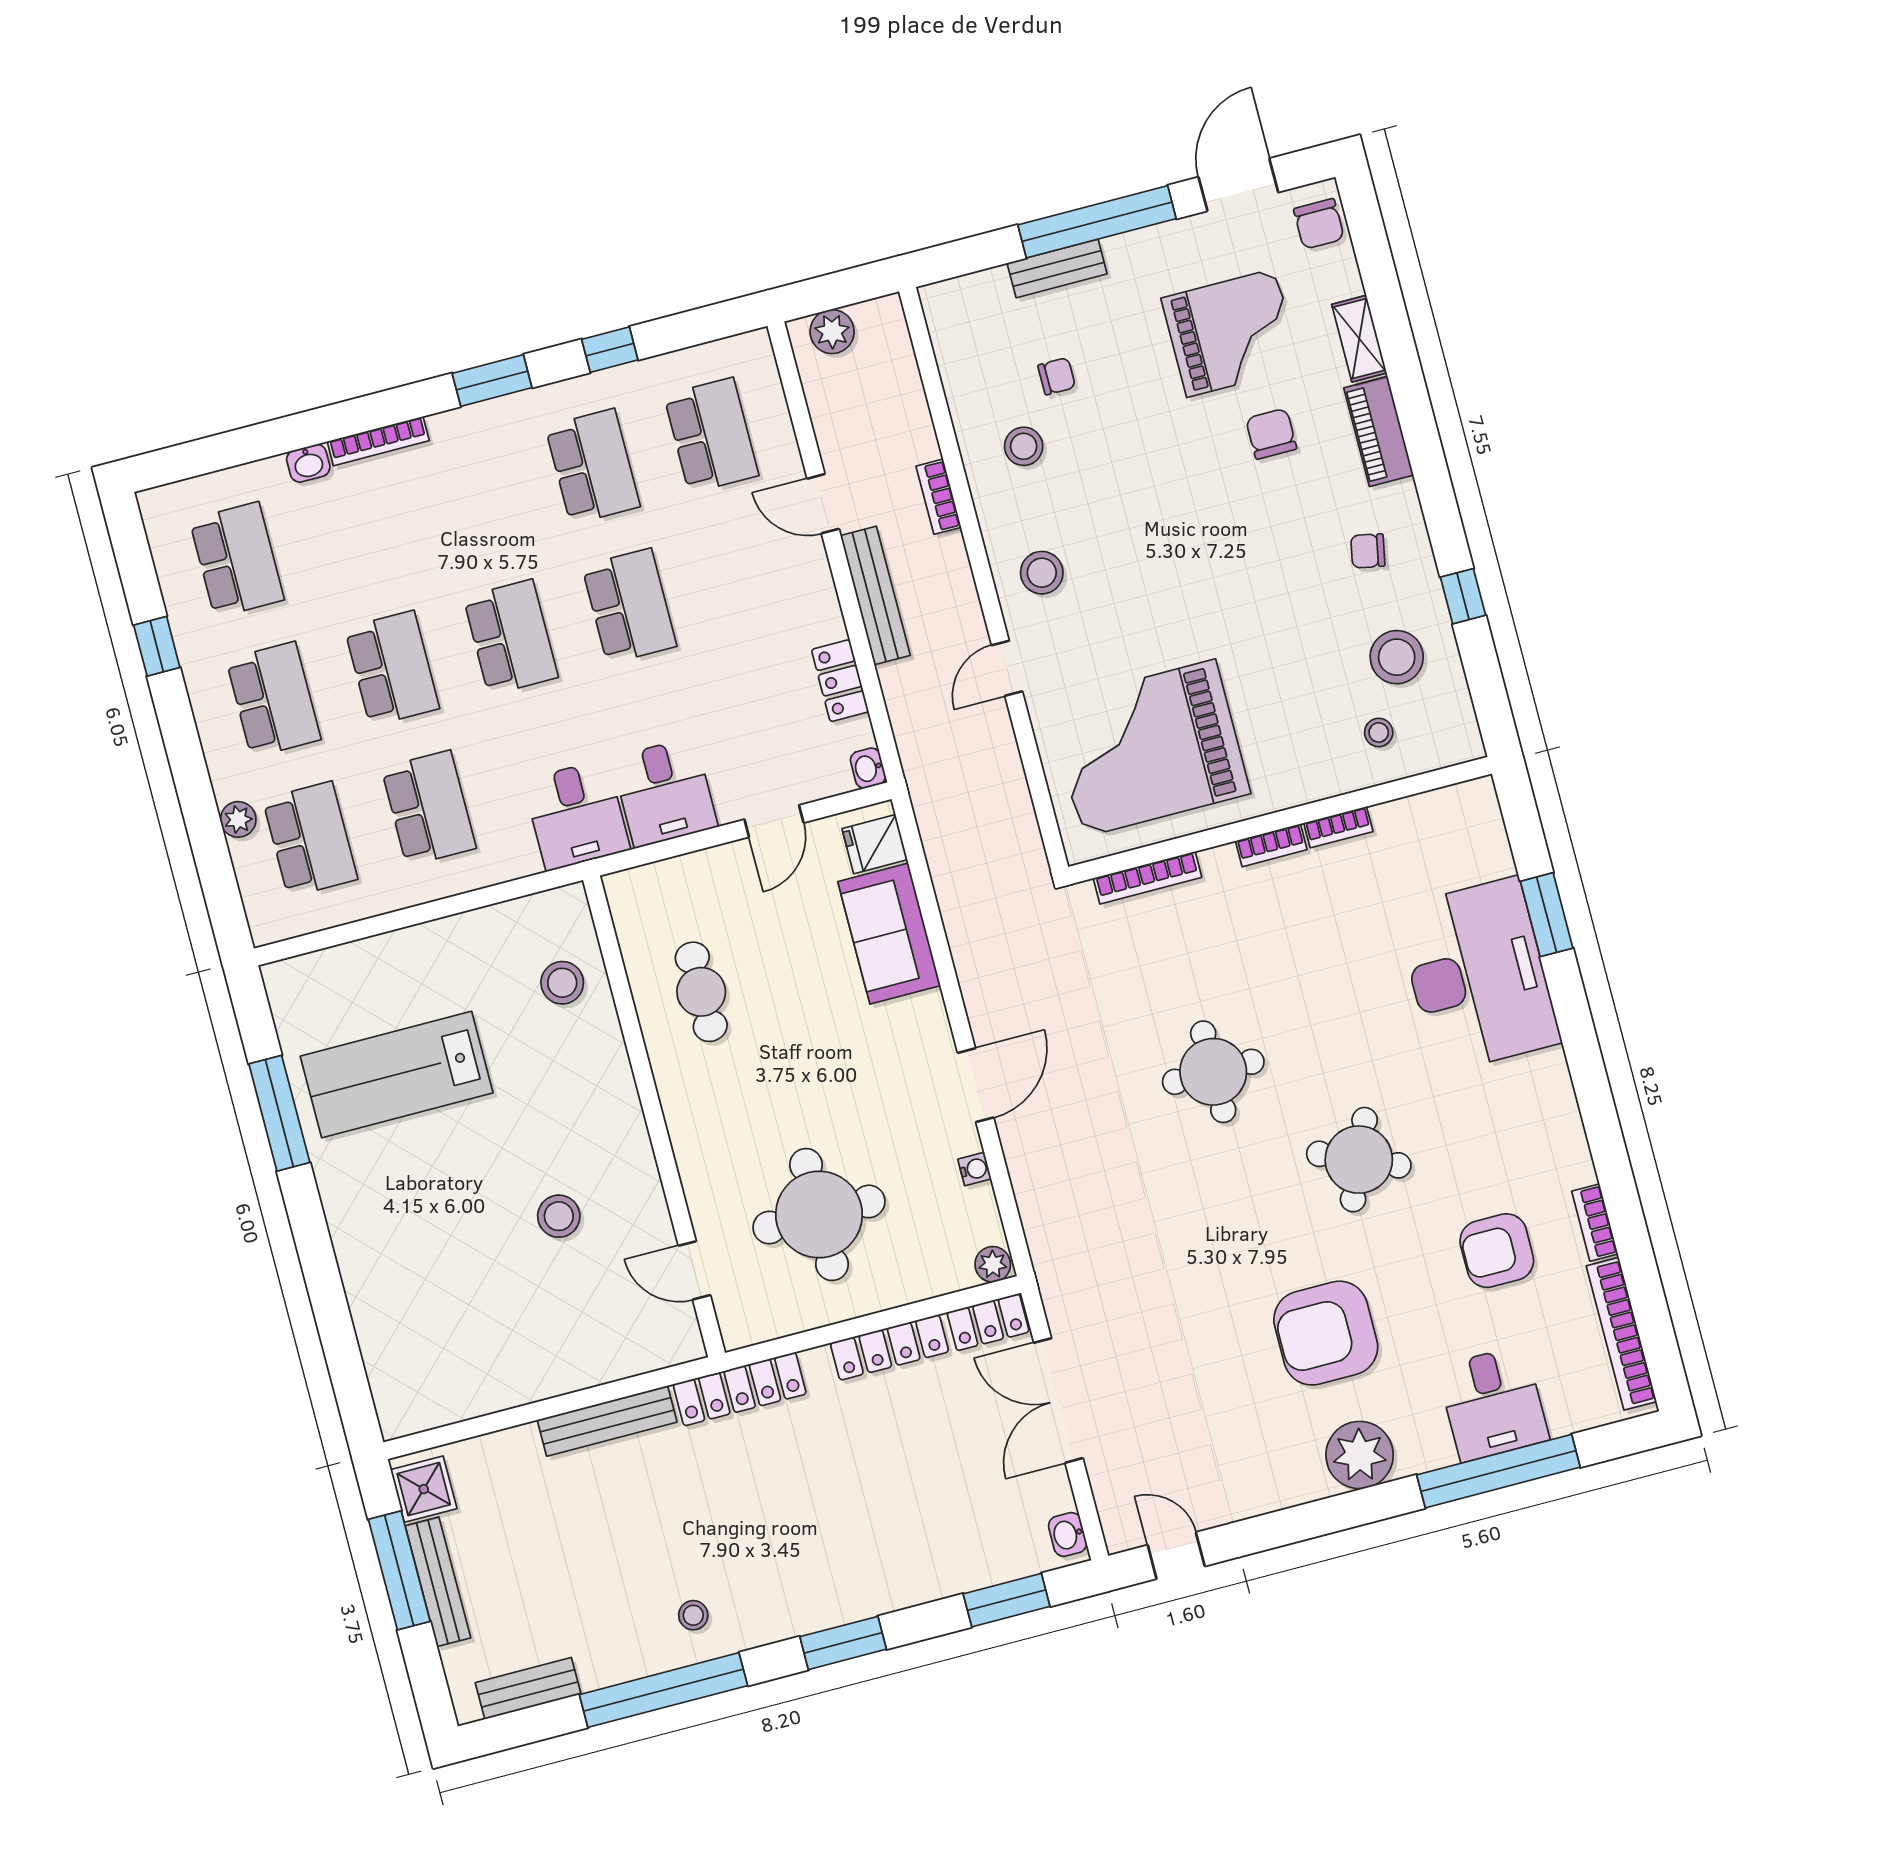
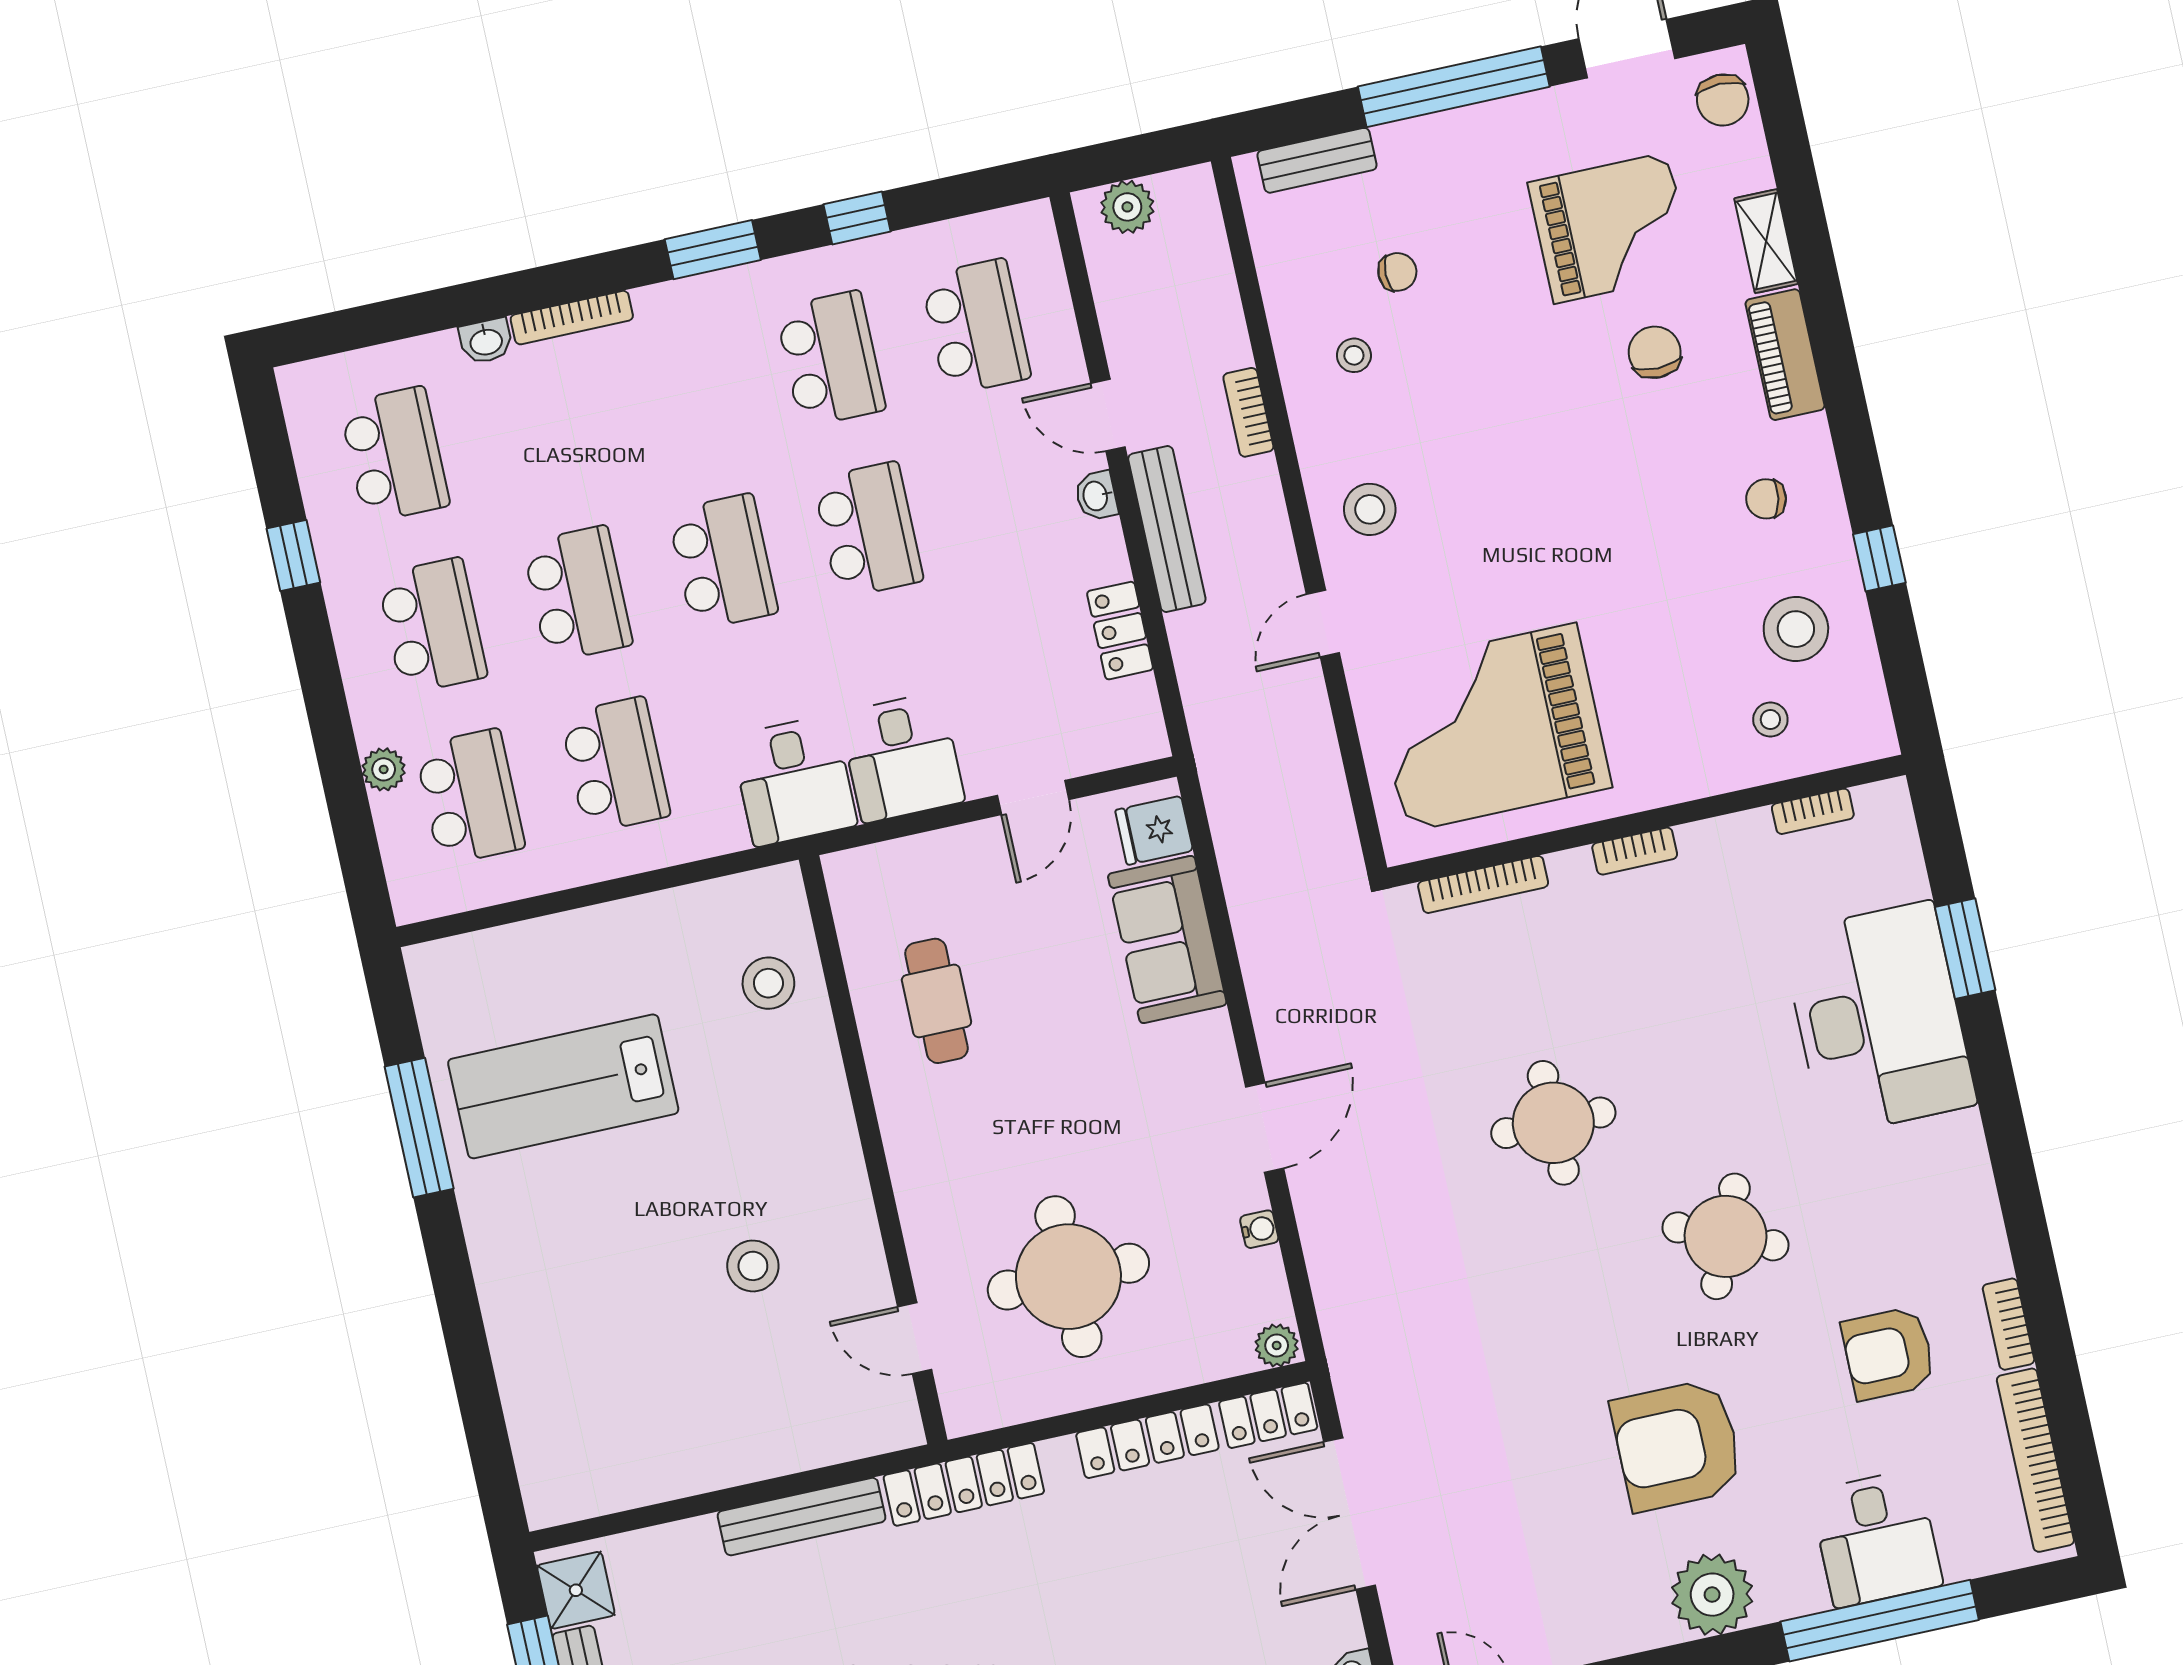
bench: (1057, 268) -> (1317, 160), moved
stool: (1024, 446) -> (1354, 355), width x0.73, depth x0.73
washbasin: (868, 768) -> (1096, 496), moved
bookcase: (1338, 827) -> (1813, 811), moved

